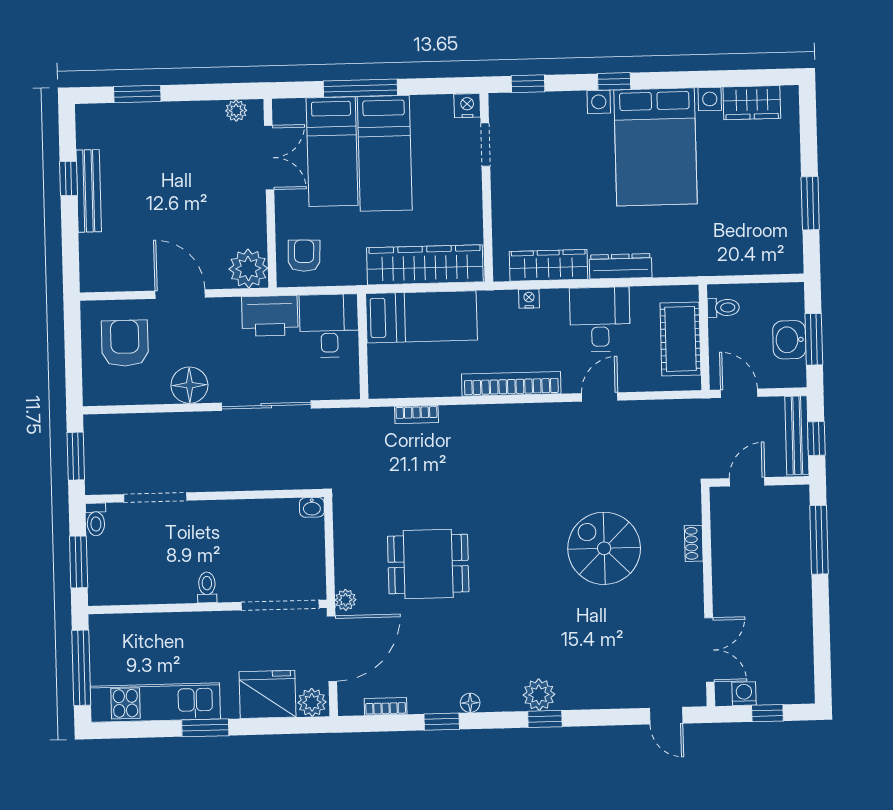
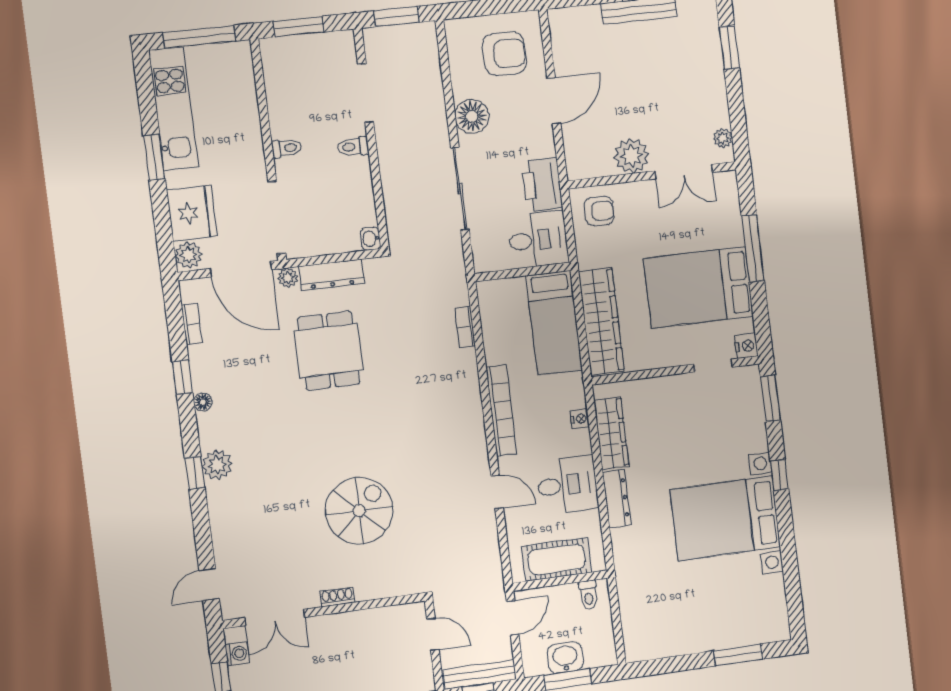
window: (528, 84) -> (770, 398), width x1.50
wardrobe: (752, 103) -> (772, 600), removed
bed: (332, 152) -> (694, 228), removed
bed: (385, 153) -> (699, 287), width x1.50
window: (810, 203) -> (738, 655), moved
plant: (248, 269) -> (632, 156), moved
toilet: (96, 519) -> (353, 147), moved
shoe rack: (694, 543) -> (337, 597), moved
dresser: (347, 553) -> (331, 275), added

